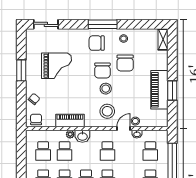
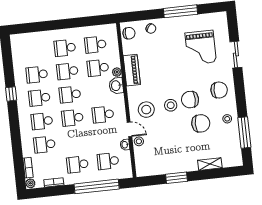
sliding door: (46, 24) -> (236, 54), moved
window: (103, 24) -> (244, 132), moved
shelving: (163, 39) -> (210, 164), moved
chair: (97, 43) -> (219, 90), turned 90
chair: (125, 63) -> (201, 123), turned 180
grand piano: (57, 66) -> (201, 48), moved
window: (21, 70) -> (180, 11), width x1.44
piano: (159, 90) -> (176, 164), removed

